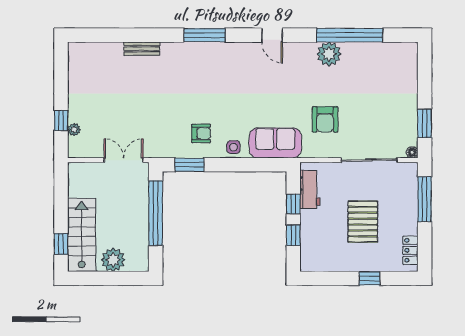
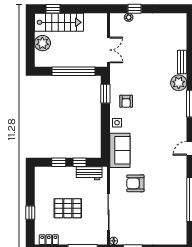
plant: (329, 54) -> (179, 83), moved

